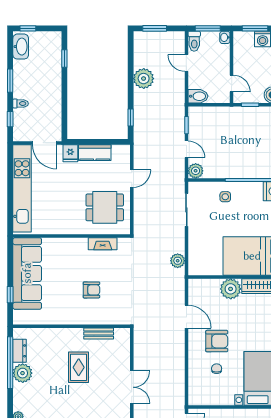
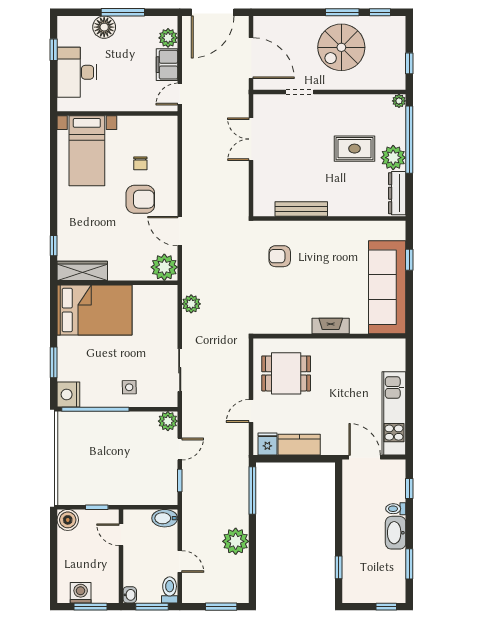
washbasin: (21, 47) -> (396, 533), moved
window: (10, 81) -> (409, 564), moved
window: (131, 117) -> (252, 491), width x2.17
door: (186, 149) -> (180, 449), swing flipped
fridge: (70, 153) -> (267, 444), moved
kitchen unit: (22, 188) -> (394, 413), width x0.73
fireplace: (103, 244) -> (331, 326), moved
plant: (231, 289) -> (164, 267), moved
armchair: (91, 290) -> (280, 256), moved
bench: (99, 334) -> (301, 209), width x1.36
armchair: (217, 341) -> (140, 199), turned 180
dresser: (20, 351) -> (397, 193), width x1.44
window: (10, 363) -> (409, 140), moved
rug: (79, 367) -> (355, 149), moved, turned 90

